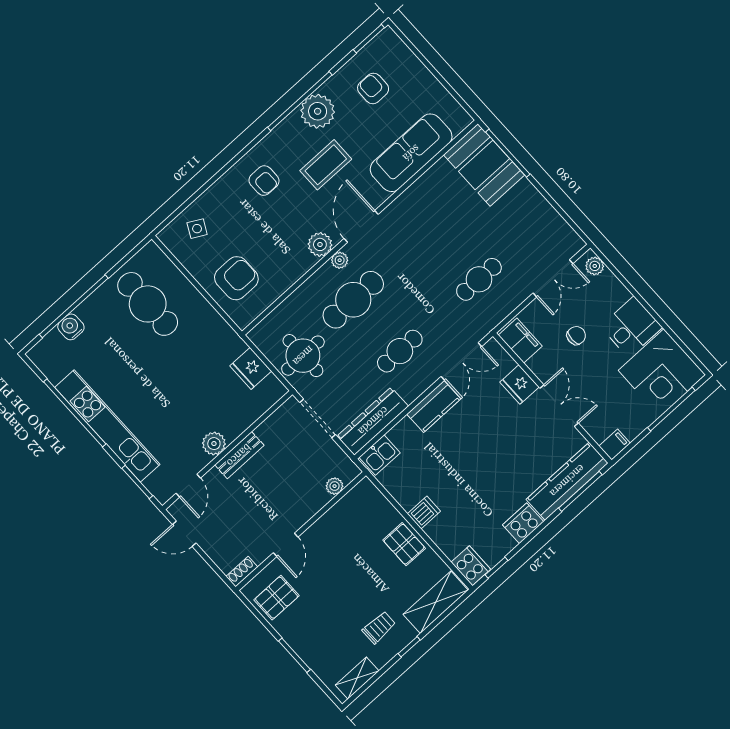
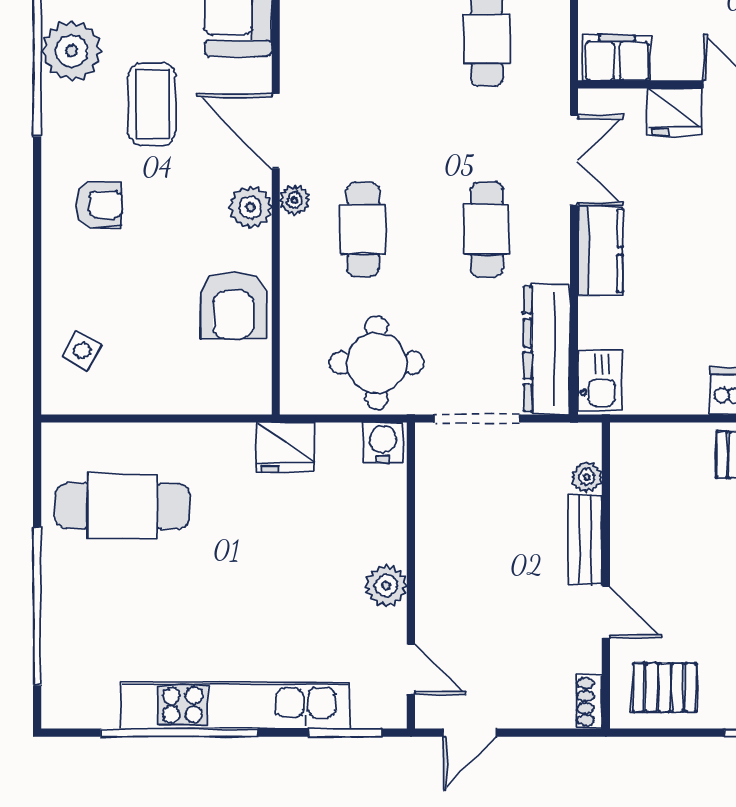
armchair: (236, 278) -> (233, 305), moved, turned 180
cafe table: (353, 300) -> (363, 229), width x0.73, depth x0.74
water cooler: (71, 327) -> (383, 442), moved, turned 90
fridge: (251, 368) -> (285, 447), moved
bench: (239, 455) -> (585, 540), moved
pallet: (277, 598) -> (665, 687), turned 90

